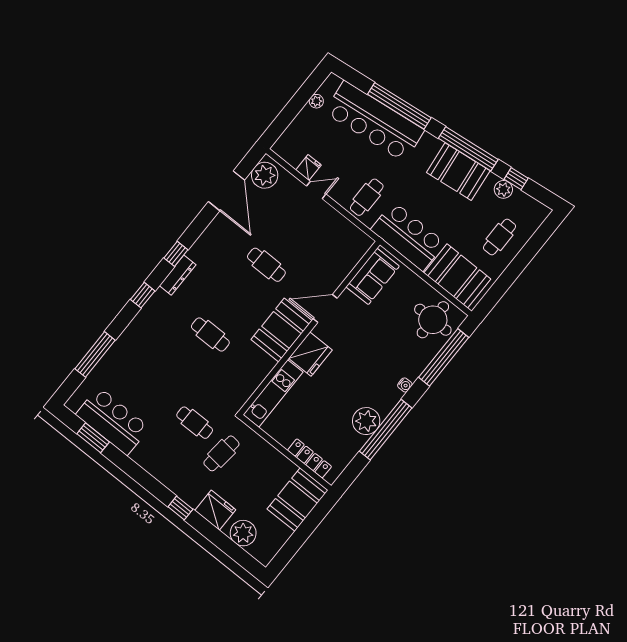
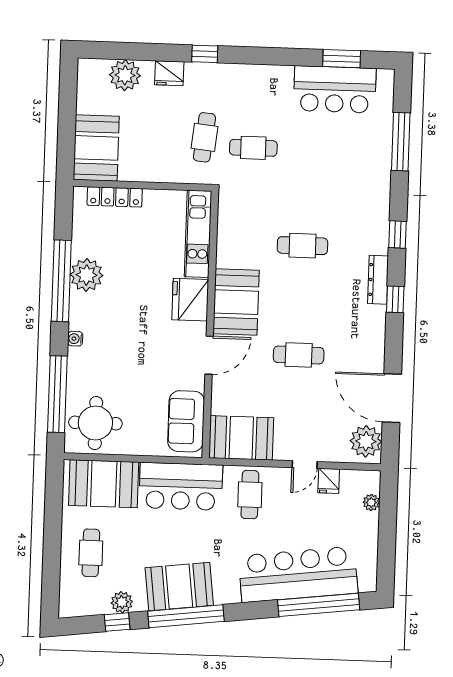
plant: (316, 101) -> (371, 502), moved
window: (399, 106) -> (319, 605), moved
booth: (345, 239) -> (241, 438), added
fridge: (215, 510) -> (169, 73), width x0.73, depth x0.75

